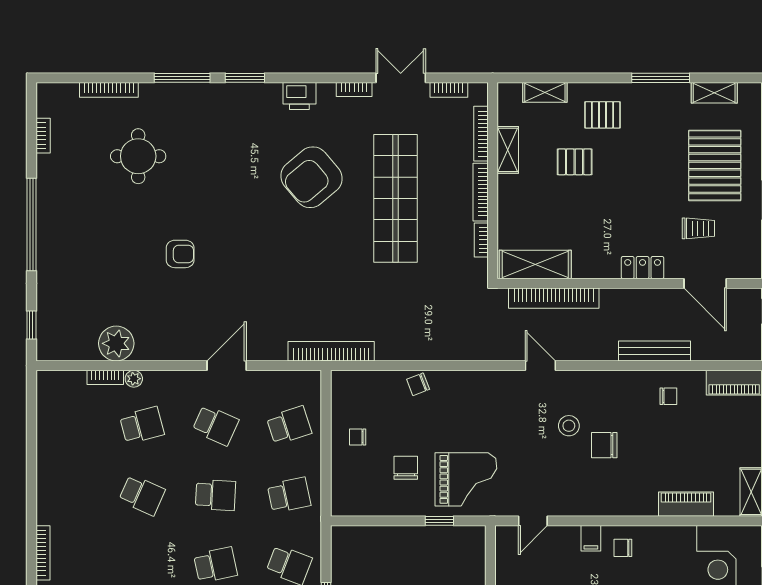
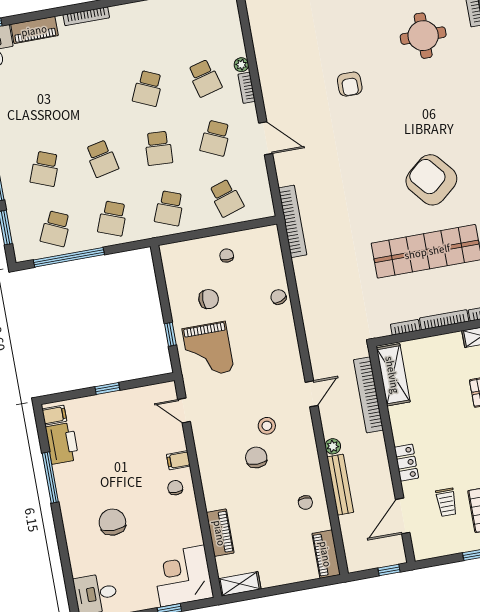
plant: (116, 343) -> (333, 446), moved, width x0.53, depth x0.53
bookcase: (105, 377) -> (247, 88), moved
school desk: (289, 495) -> (169, 208), turned 33

